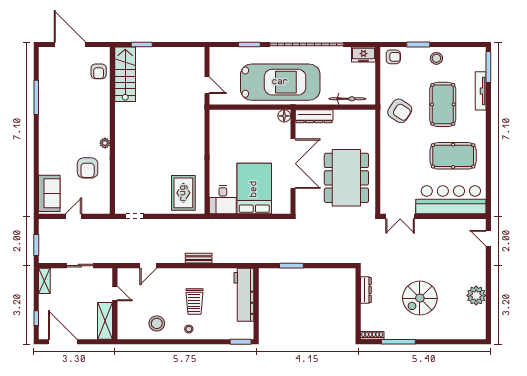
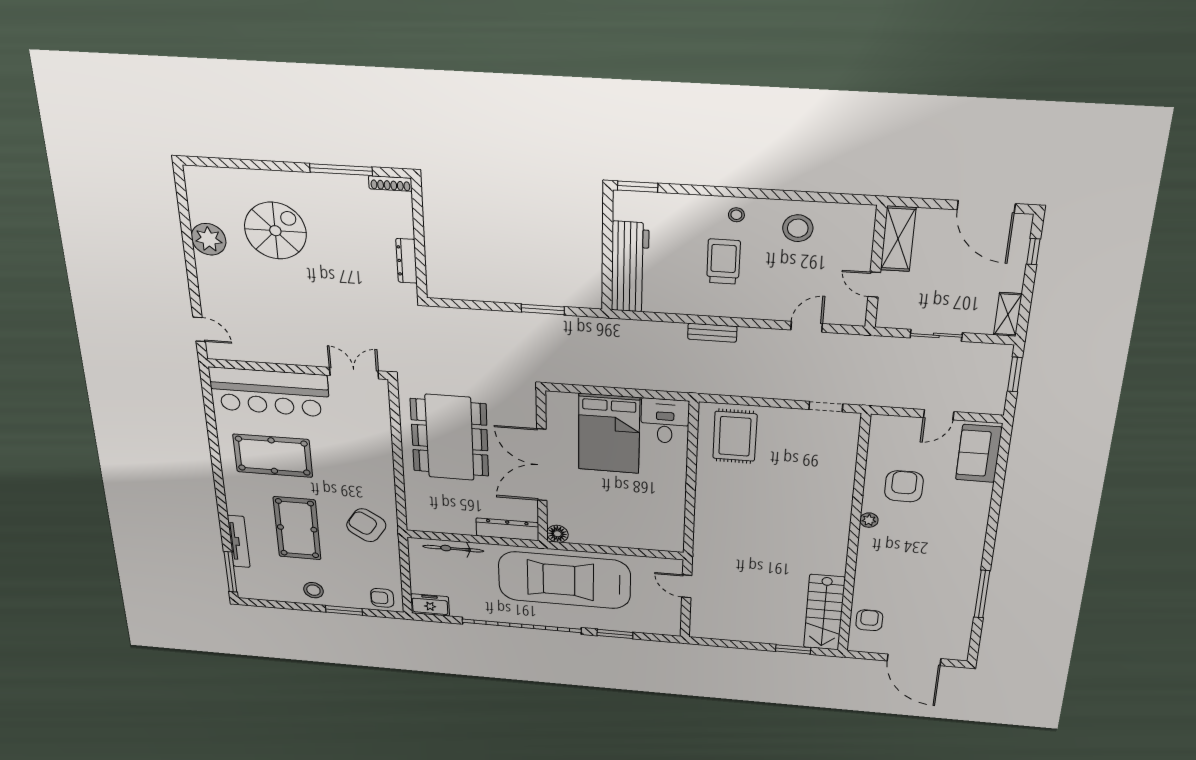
spiral stairs: (420, 298) -> (275, 231), moved

